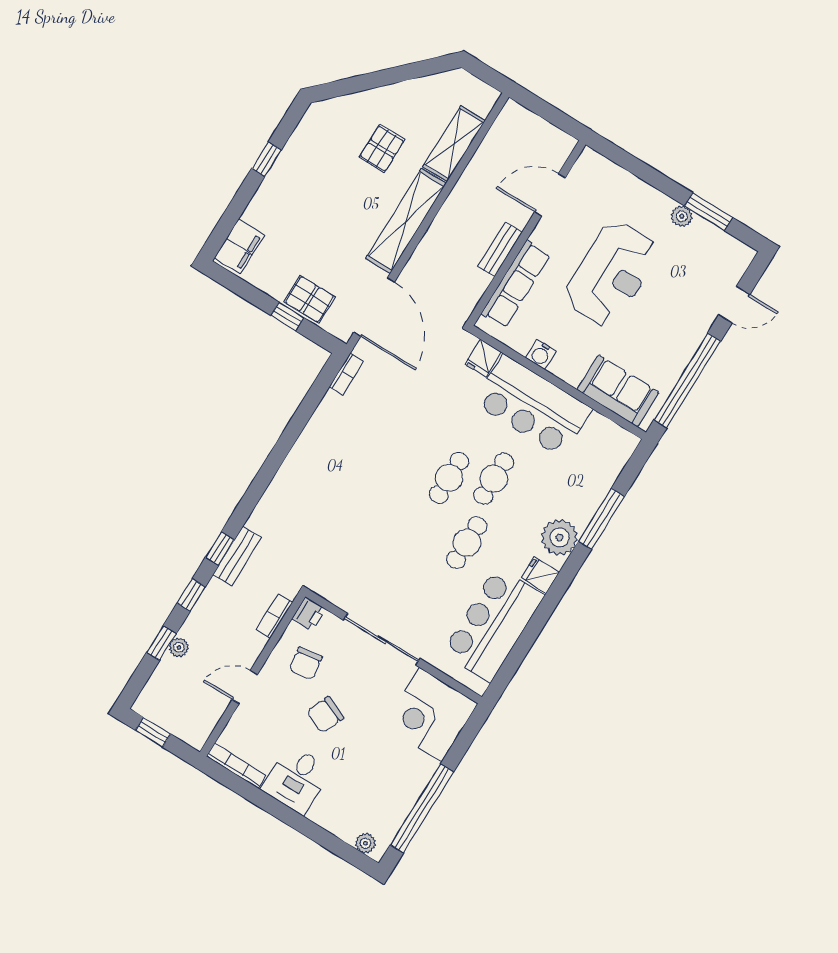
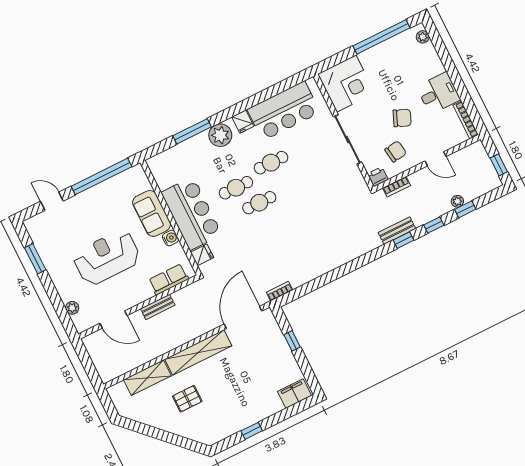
plant: (682, 216) -> (72, 308), moved
row of seats: (516, 284) -> (169, 279), width x0.68
pallet: (309, 299) -> (275, 343), removed
sofa: (618, 391) -> (152, 213), moved

